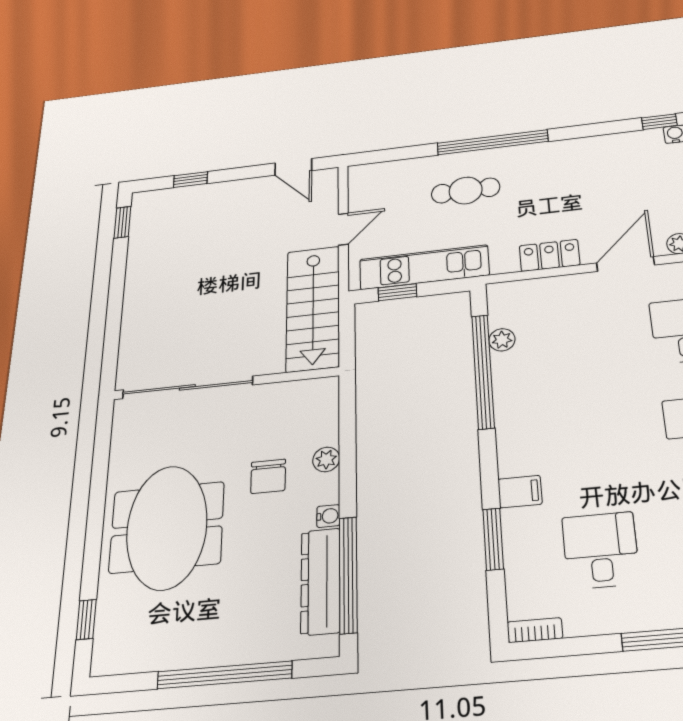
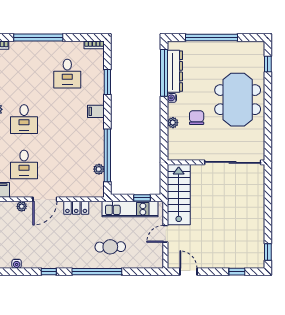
window: (659, 122) -> (49, 272), moved
filing cabinet: (520, 492) -> (96, 111), moved

